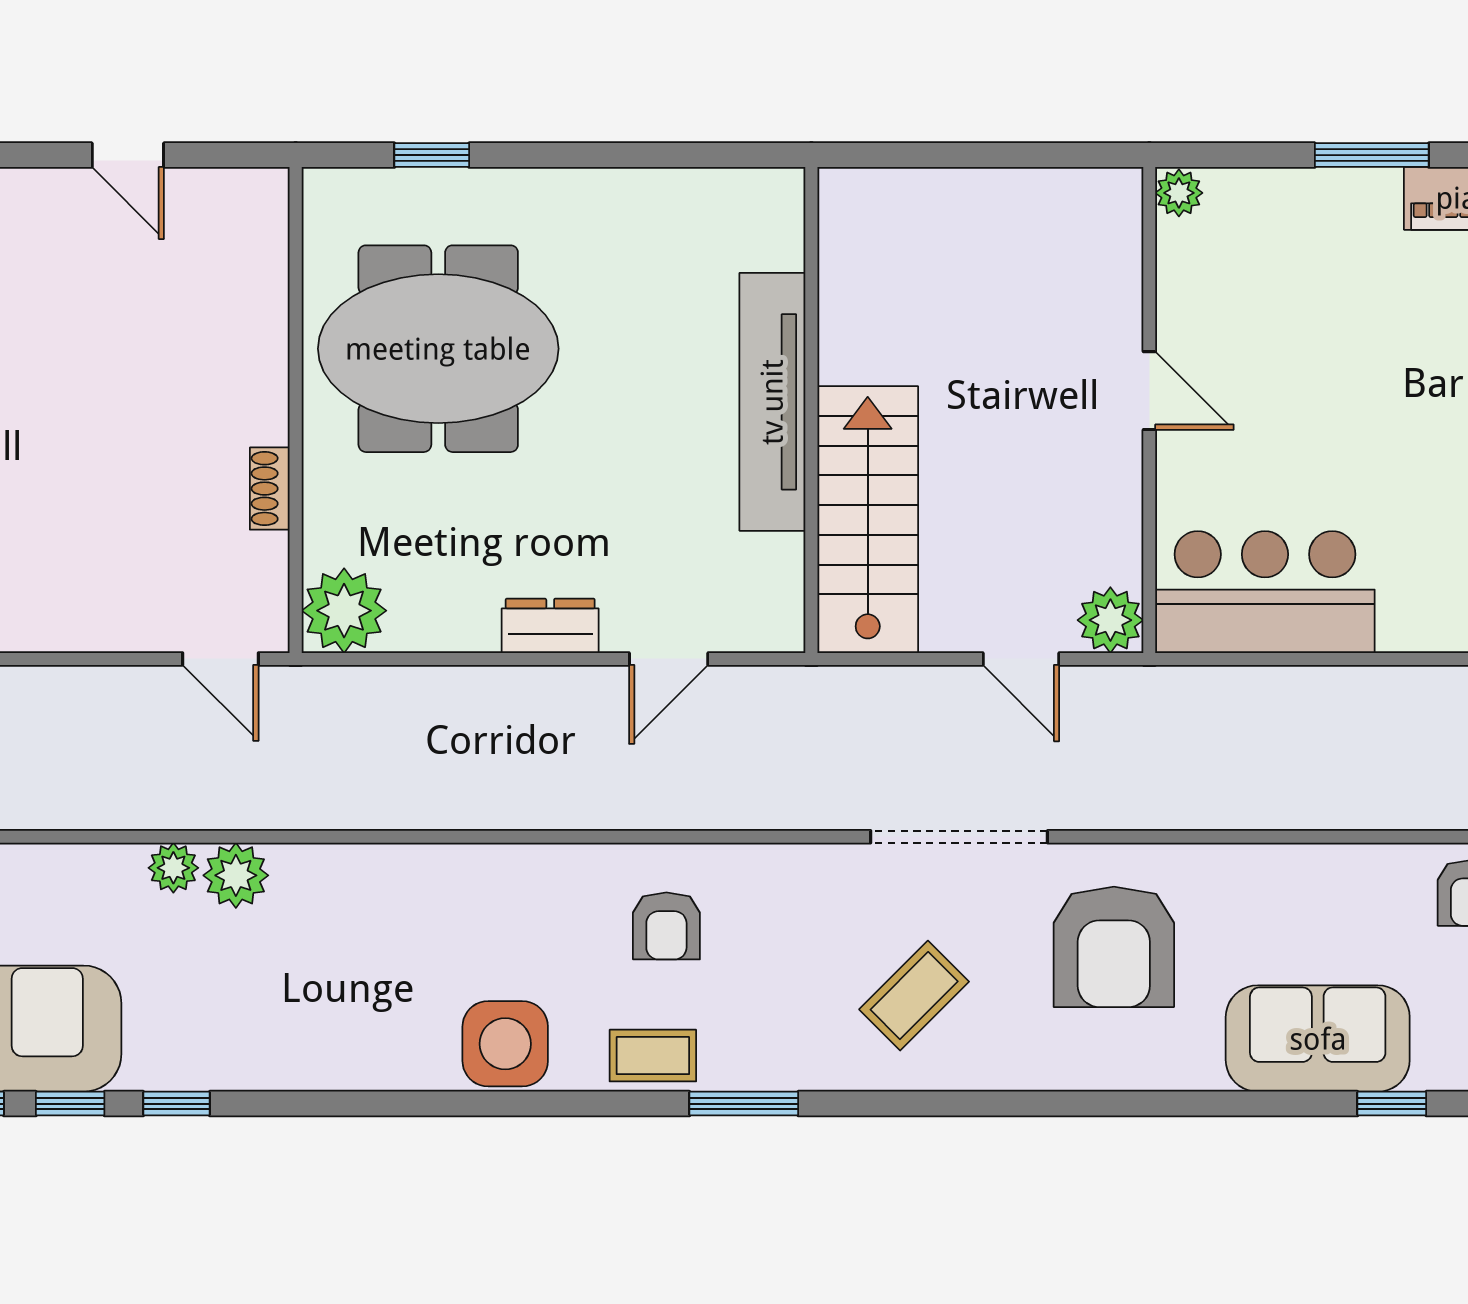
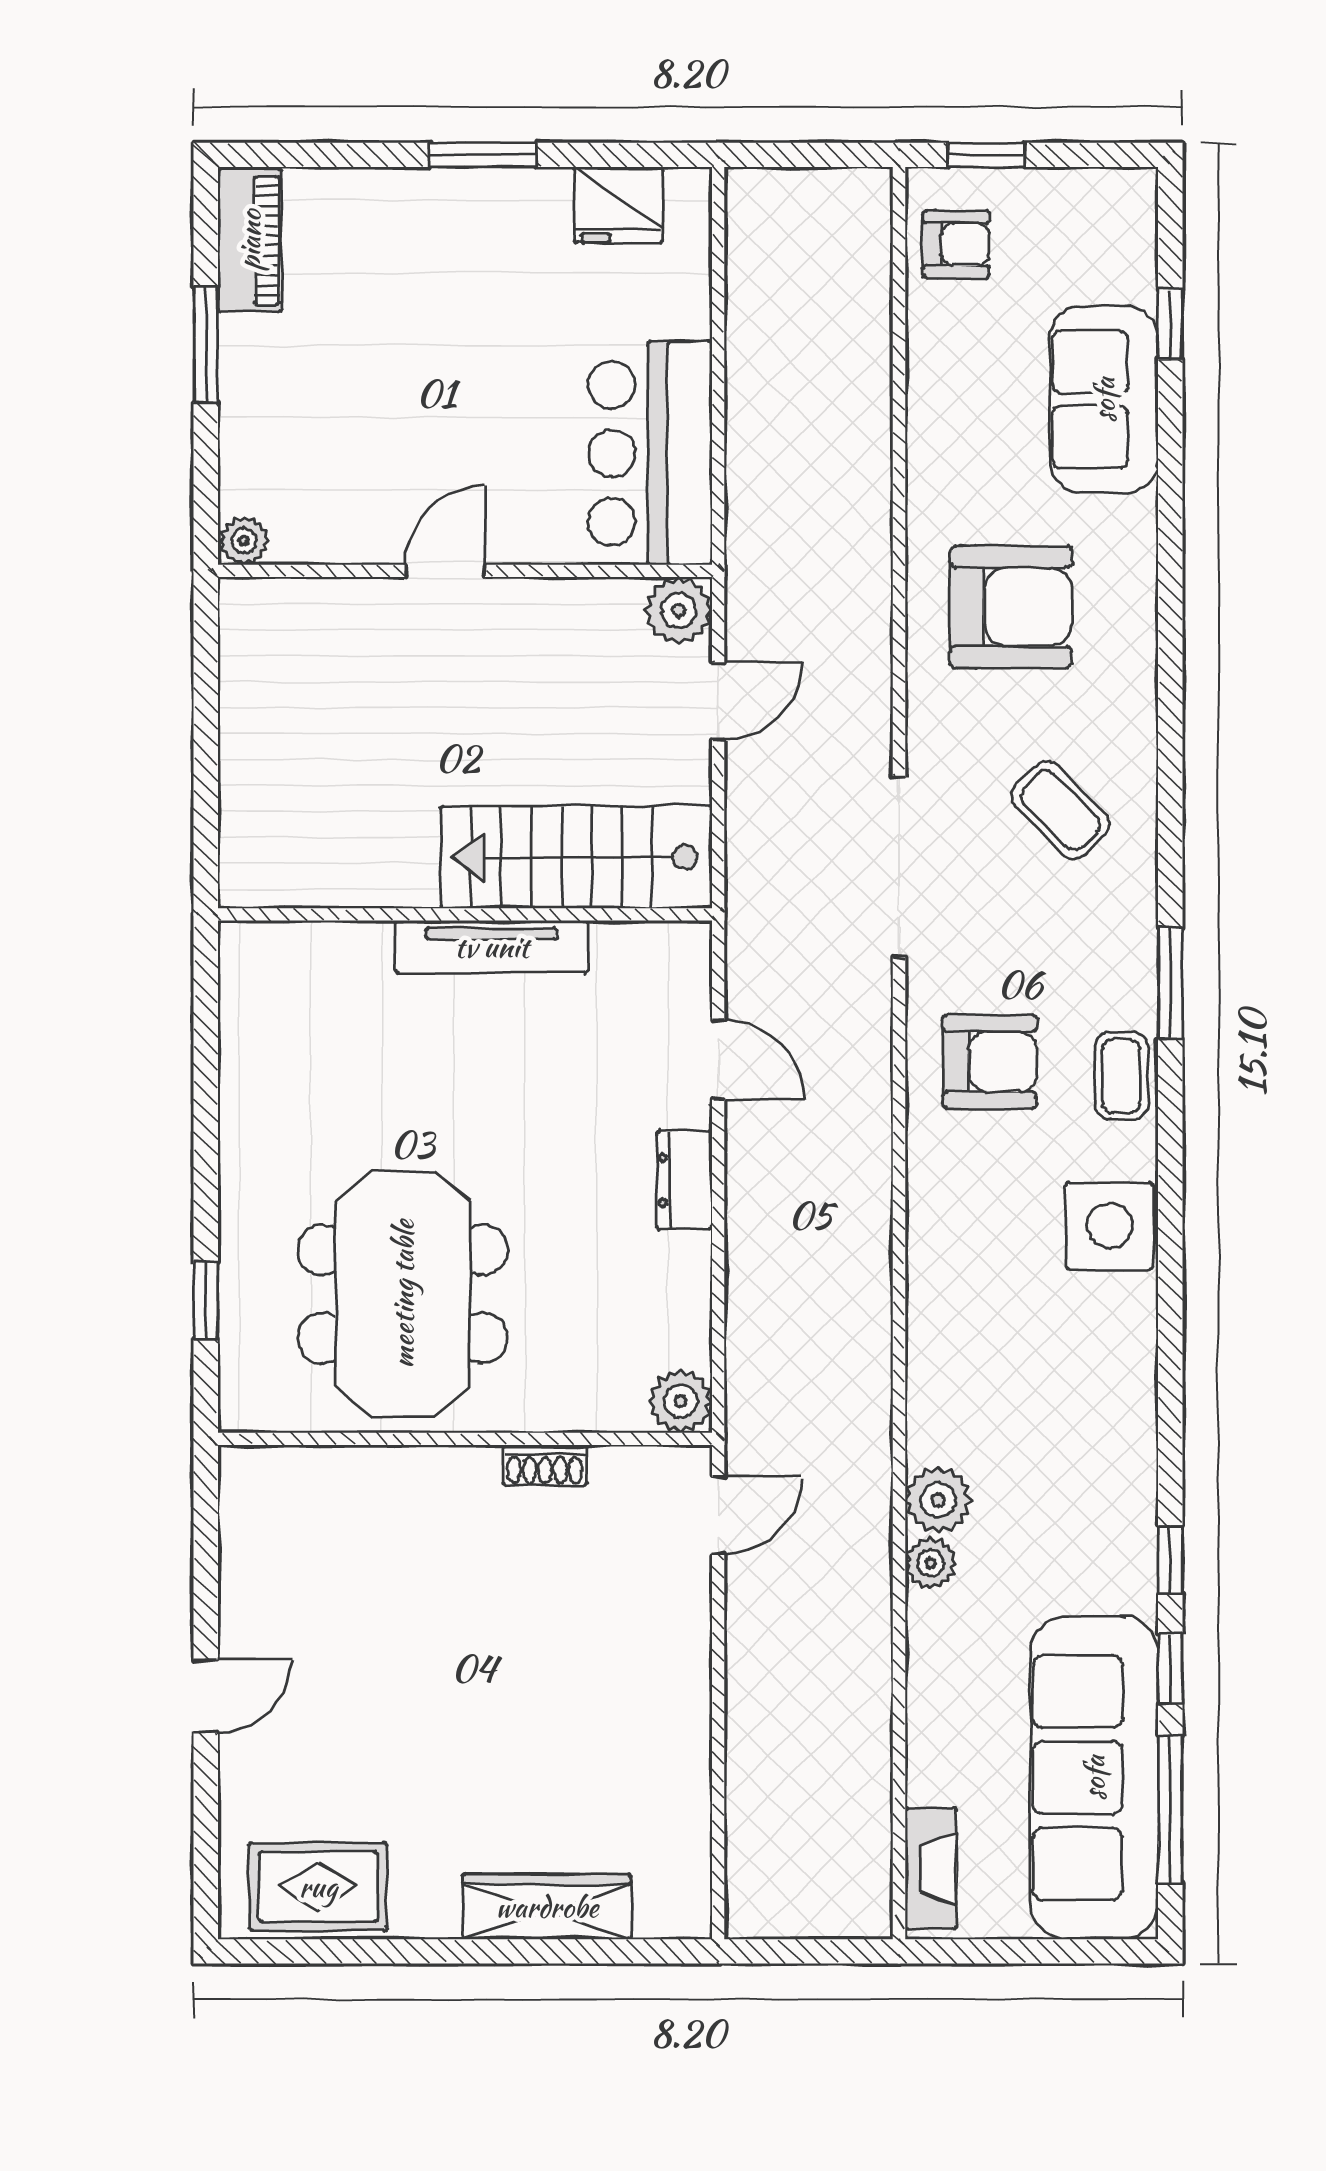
door: (128, 155) -> (206, 1696), moved
tv unit: (772, 402) -> (492, 947), width x0.73, depth x0.78
plant: (344, 611) -> (680, 1401), width x0.73, depth x0.73
doorway: (959, 837) -> (899, 868), moved
armchair: (666, 926) -> (990, 1062), width x1.38, depth x1.38

